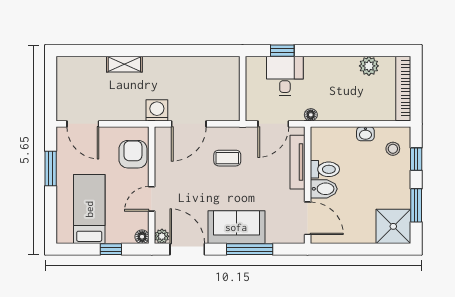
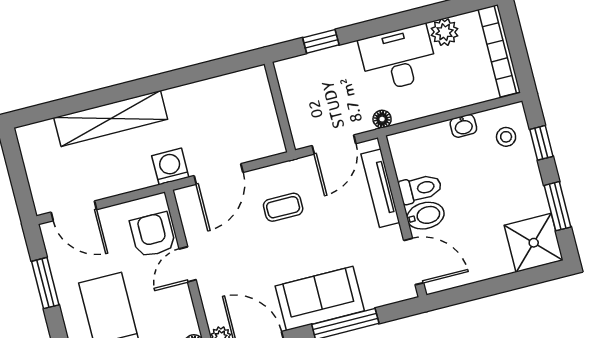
shelving: (124, 64) -> (111, 118), width x2.20, depth x1.33
desk: (285, 76) -> (398, 58), moved, width x1.37
door: (152, 199) -> (188, 264), moved

